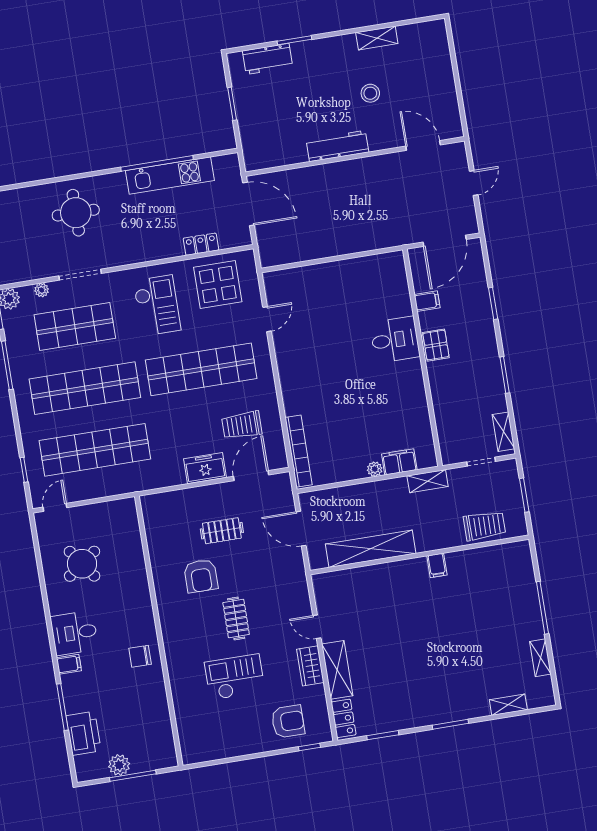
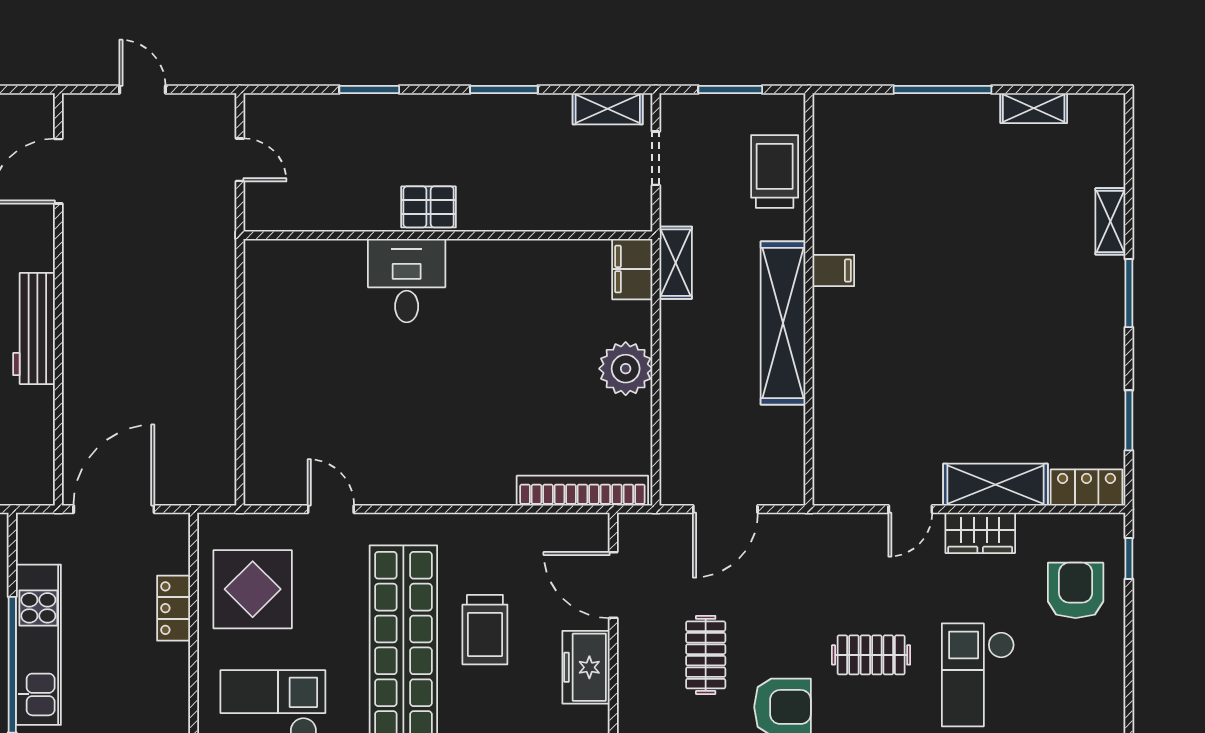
door: (445, 241) -> (240, 160), width x0.53
filing cabinet: (427, 301) -> (345, 210), removed
trolley: (242, 425) -> (485, 630), moved
filing cabinet: (399, 462) -> (632, 269), moved
plant: (375, 469) -> (626, 369), width x1.87, depth x1.87
shelving: (371, 549) -> (783, 323), moved
shelving: (508, 705) -> (1110, 221), moved

